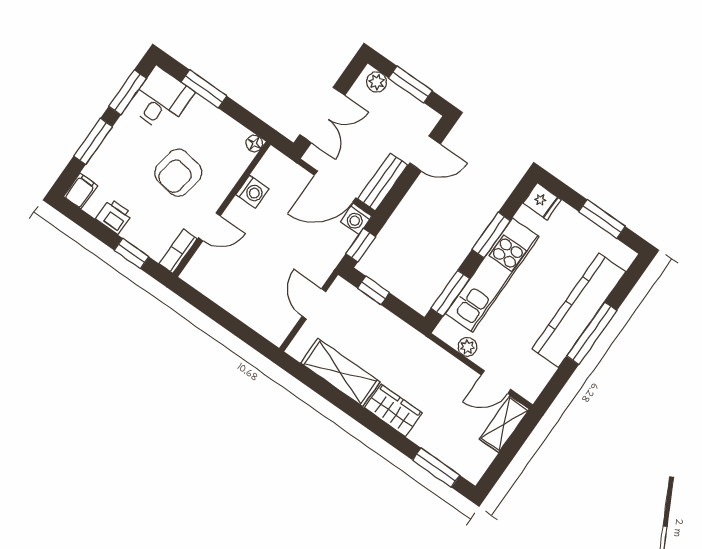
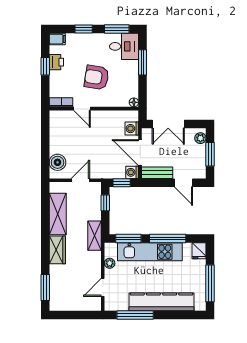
window: (93, 141) -> (84, 29), width x0.67
washing machine: (252, 192) -> (132, 129), moved, turned 90
window: (602, 219) -> (210, 283), width x1.44
window: (491, 235) -> (168, 238), width x1.44
window: (131, 253) -> (45, 66), moved
boiler: (264, 319) -> (58, 162), added
window: (592, 333) -> (135, 315), moved
door: (496, 382) -> (103, 287), hinge flipped
shelving: (504, 424) -> (95, 236), moved, turned 90

